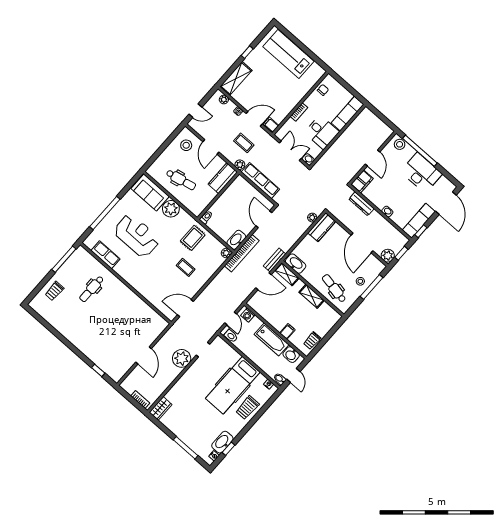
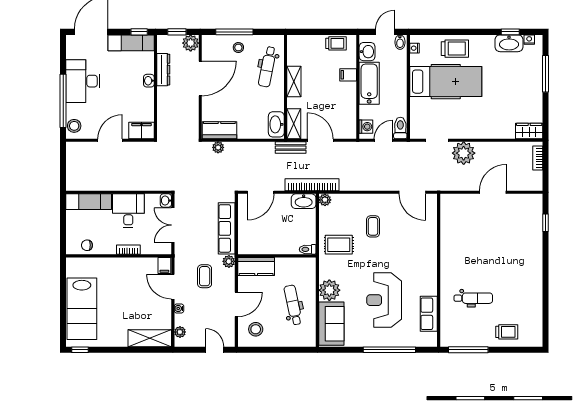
window: (247, 52) -> (80, 350), moved
dresser: (361, 204) -> (163, 70), moved

